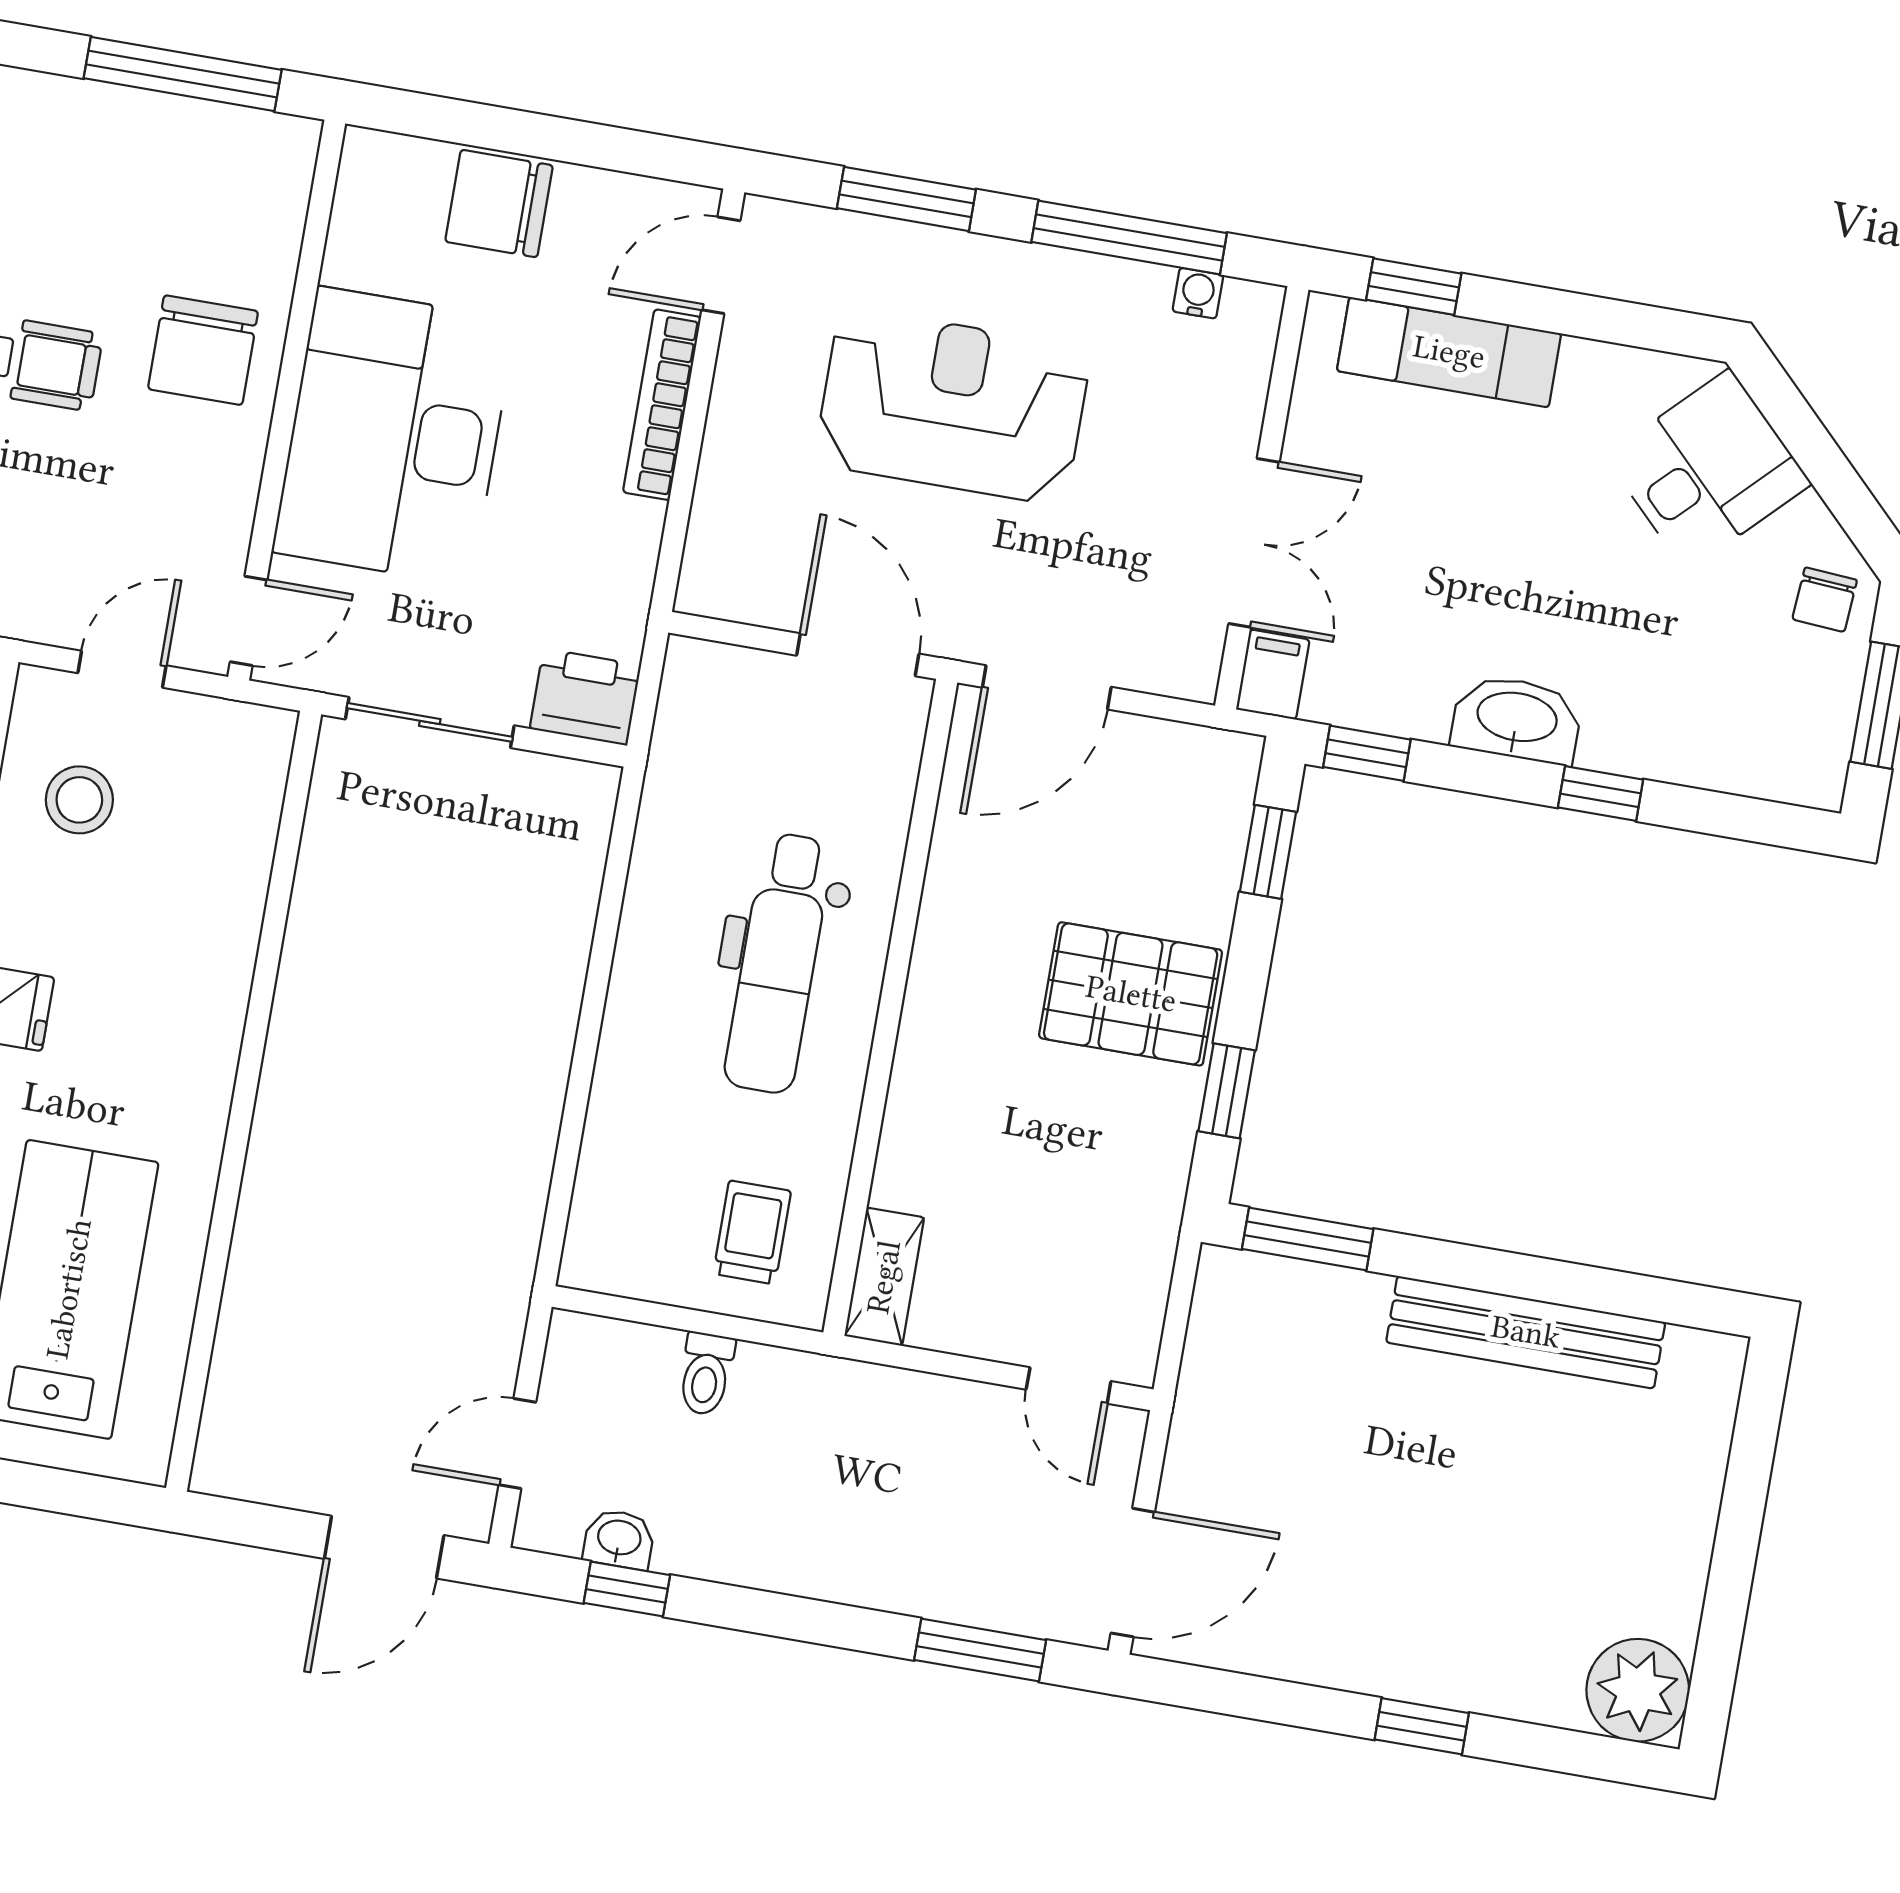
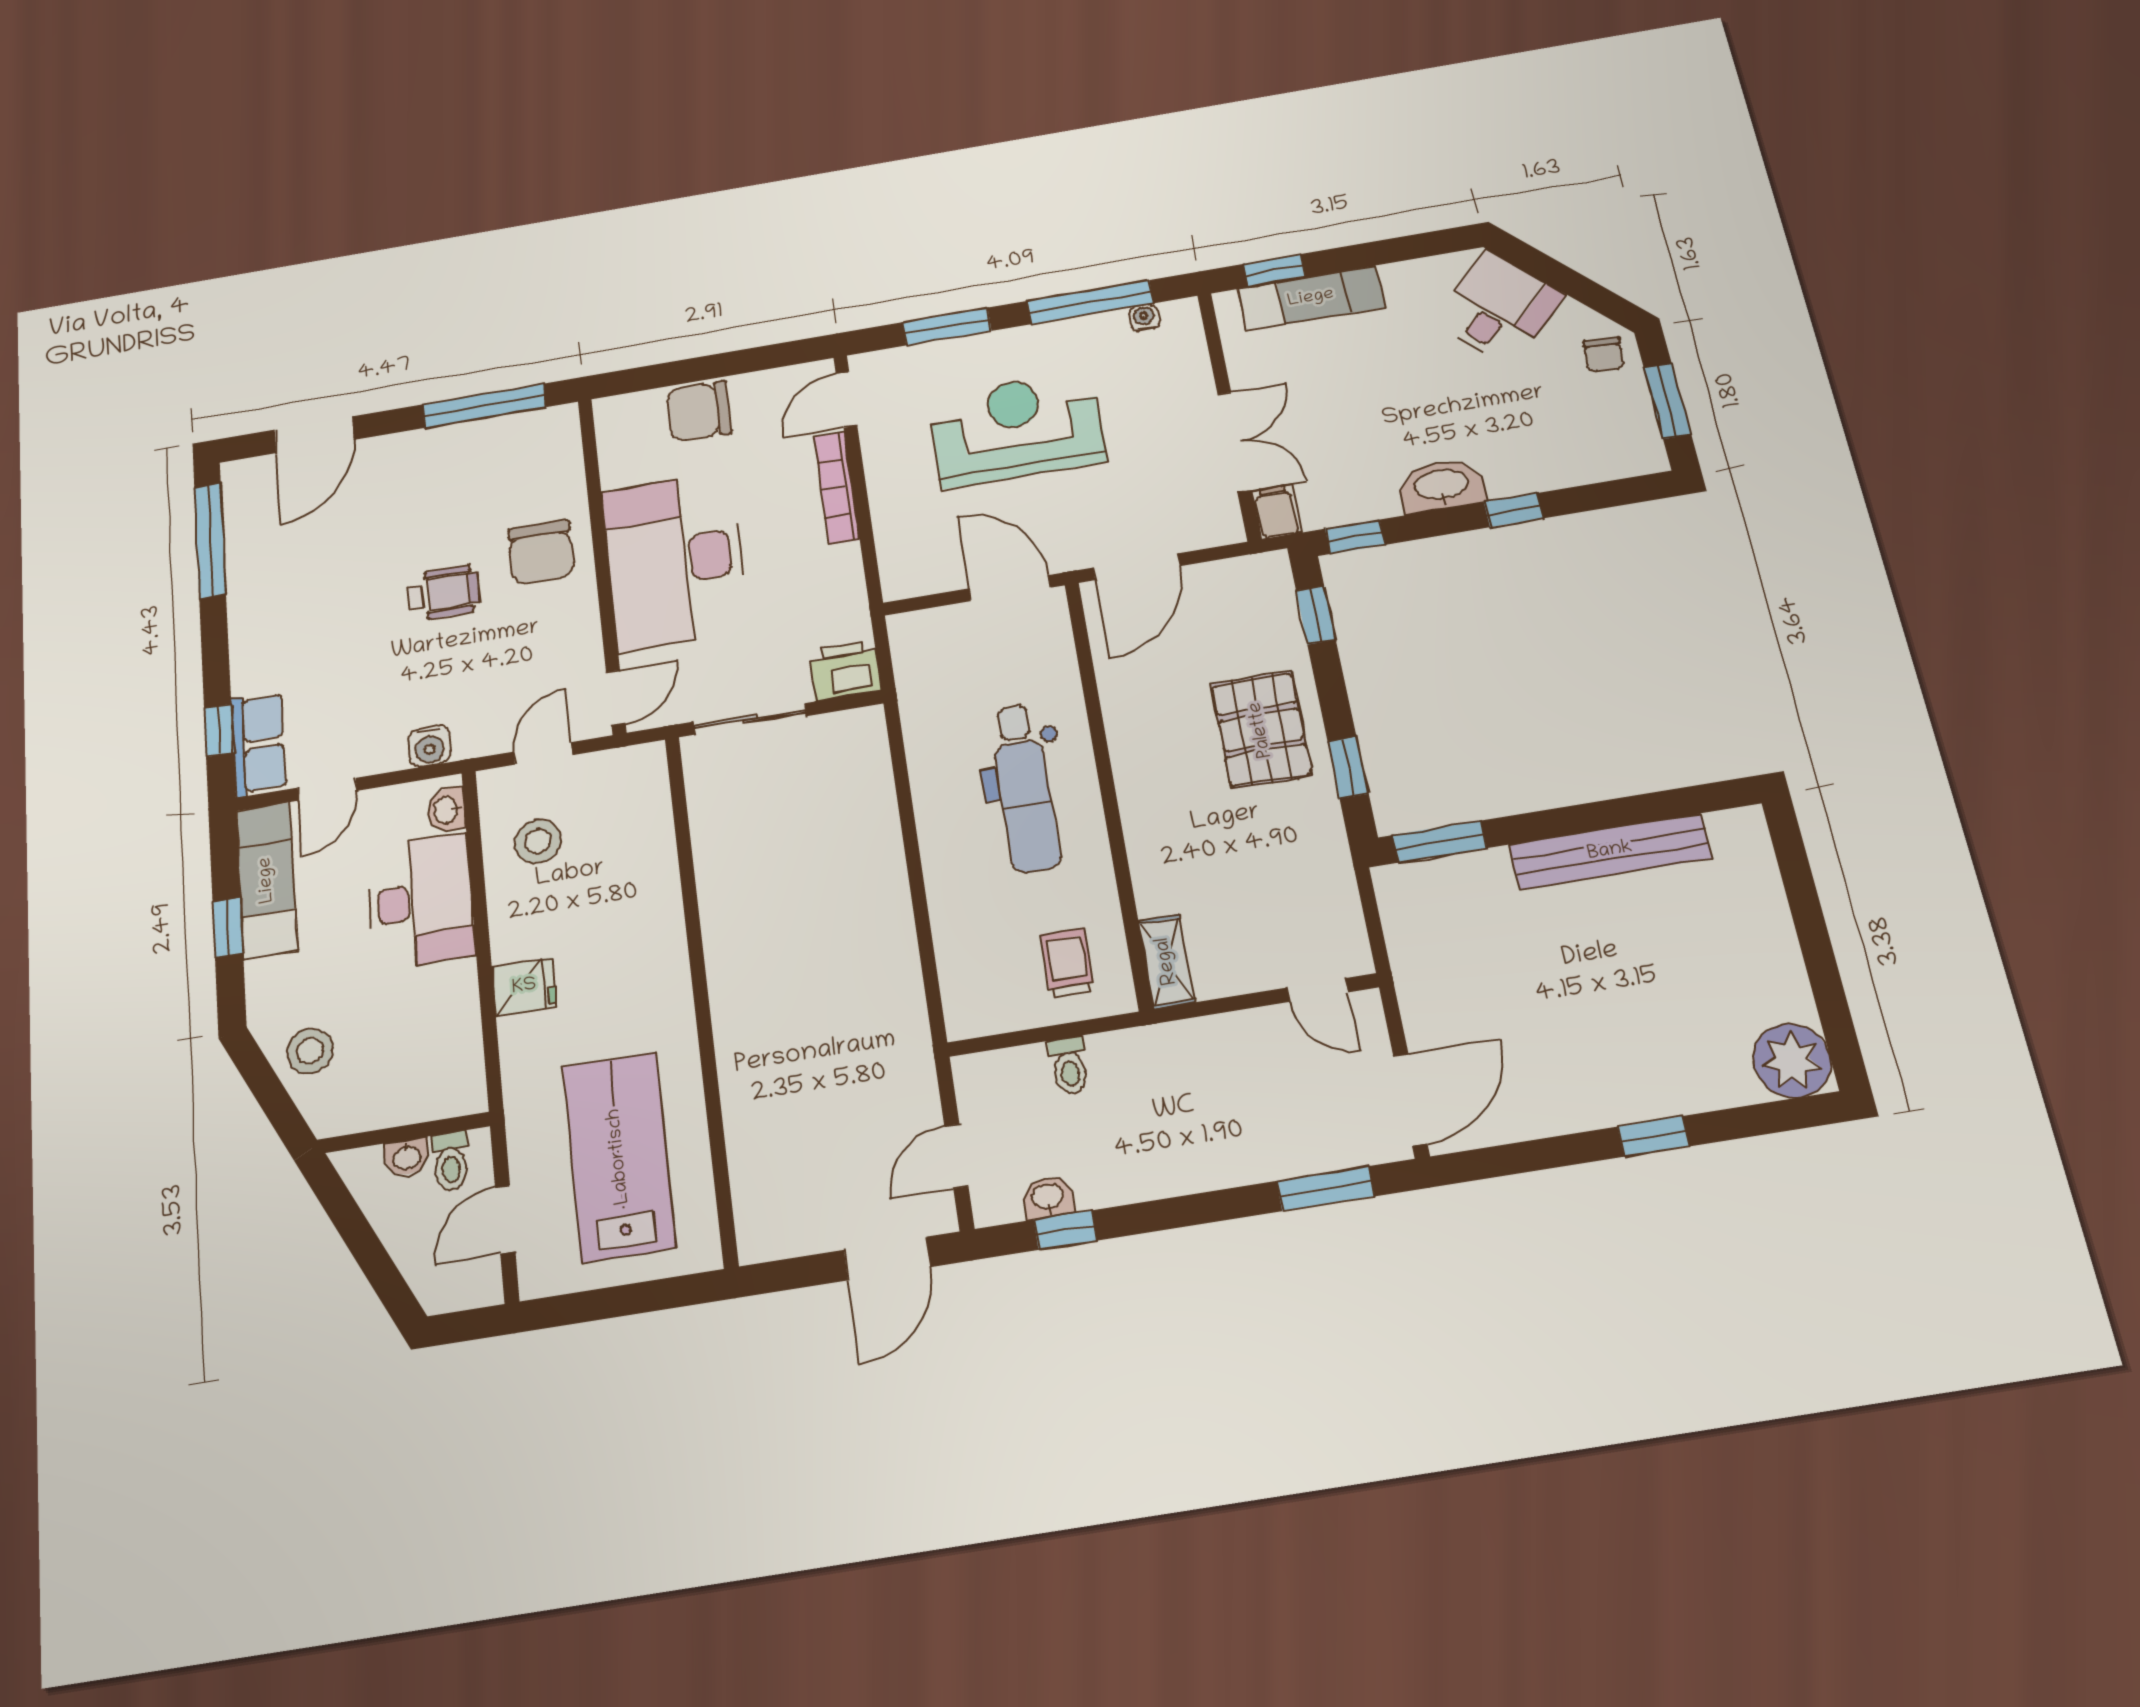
pallet: (1131, 994) -> (1261, 730), turned 90

